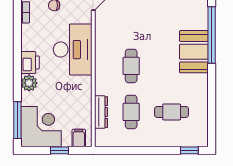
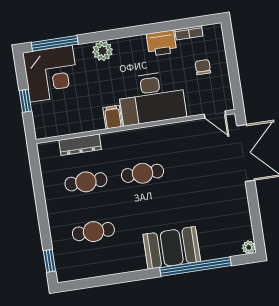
printer: (30, 63) -> (161, 43), moved
cafe table: (172, 112) -> (93, 232), turned 90
filing cabinet: (79, 138) -> (113, 117), moved, turned -90

